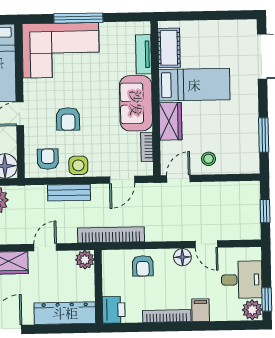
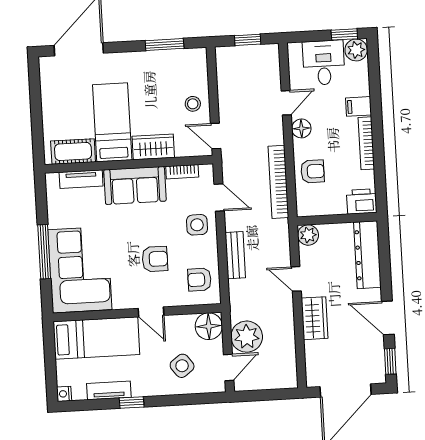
side table: (78, 165) -> (197, 225), moved
bookcase: (111, 235) -> (278, 182), moved

